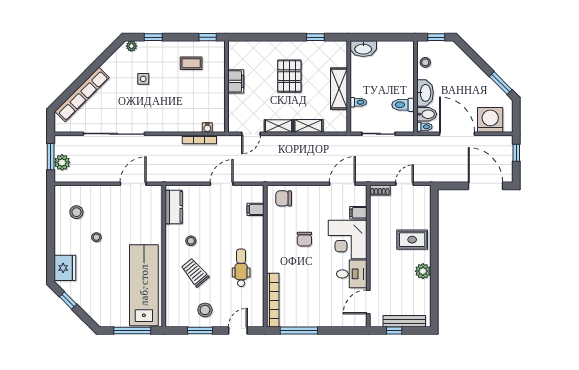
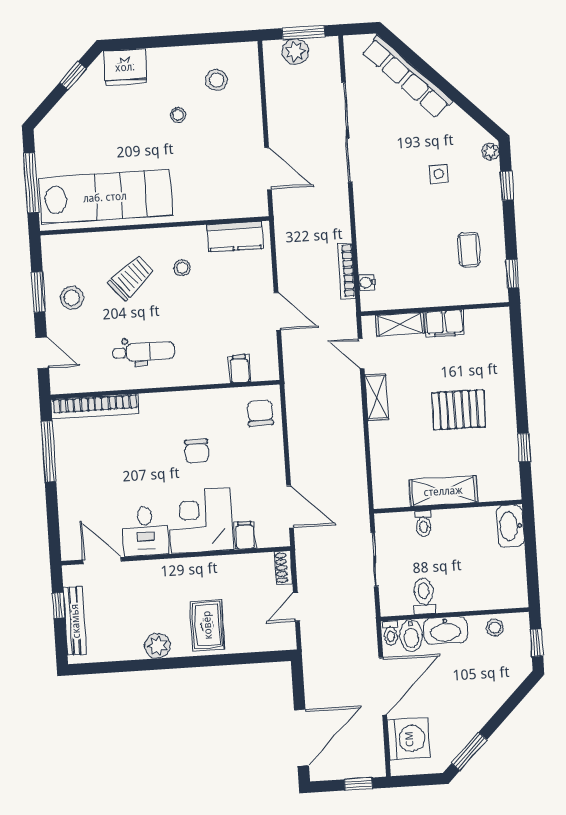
shelving: (308, 126) -> (400, 324), moved, turned 90
door: (405, 184) -> (296, 607), swing flipped
chair: (304, 239) -> (197, 451), turned -90

